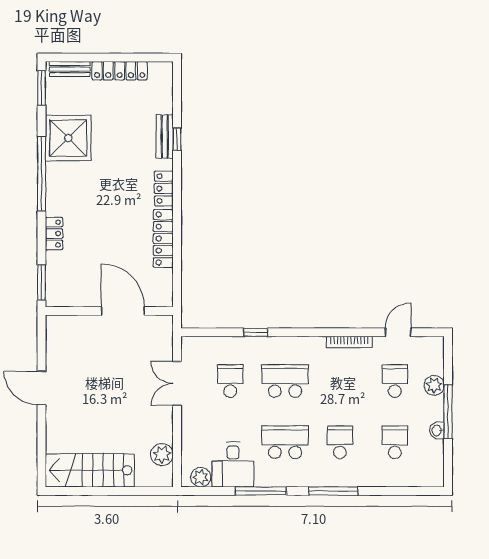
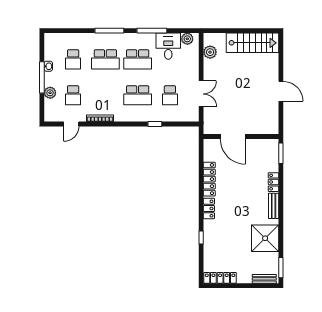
locker: (120, 71) -> (220, 278), moved
bench: (165, 137) -> (274, 206), moved
window: (42, 174) -> (281, 217), removed
school desk: (340, 442) -> (105, 59), width x1.85

